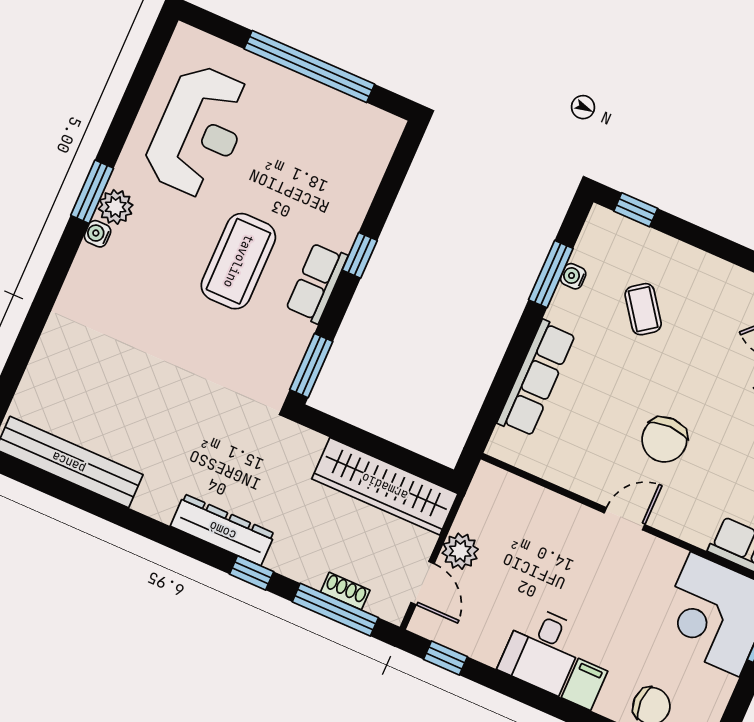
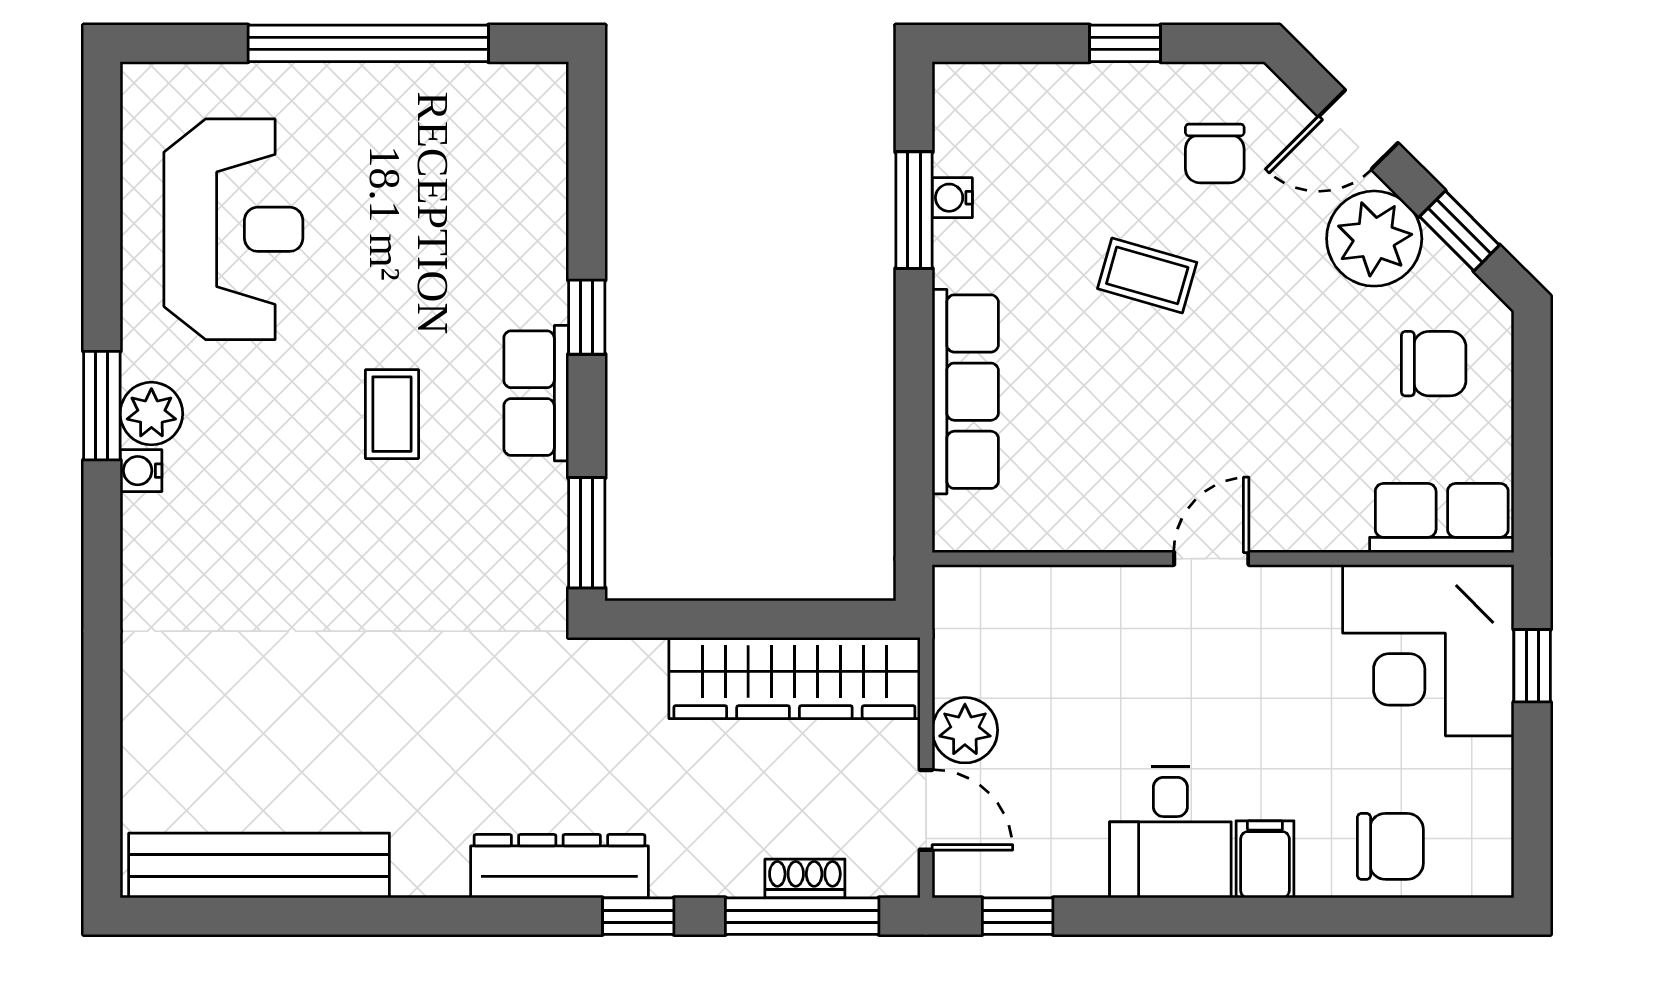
window: (636, 210) -> (1125, 43), moved
coffee table: (238, 261) -> (392, 414), width x0.54, depth x0.58
coffee table: (643, 309) -> (1147, 275), moved, turned -38
chair: (664, 440) -> (1215, 153), moved, width x0.73, depth x0.73

